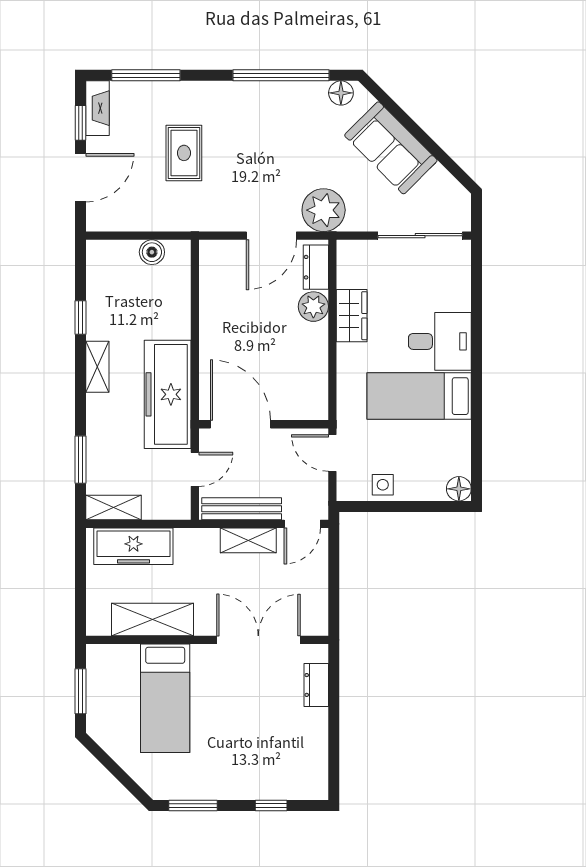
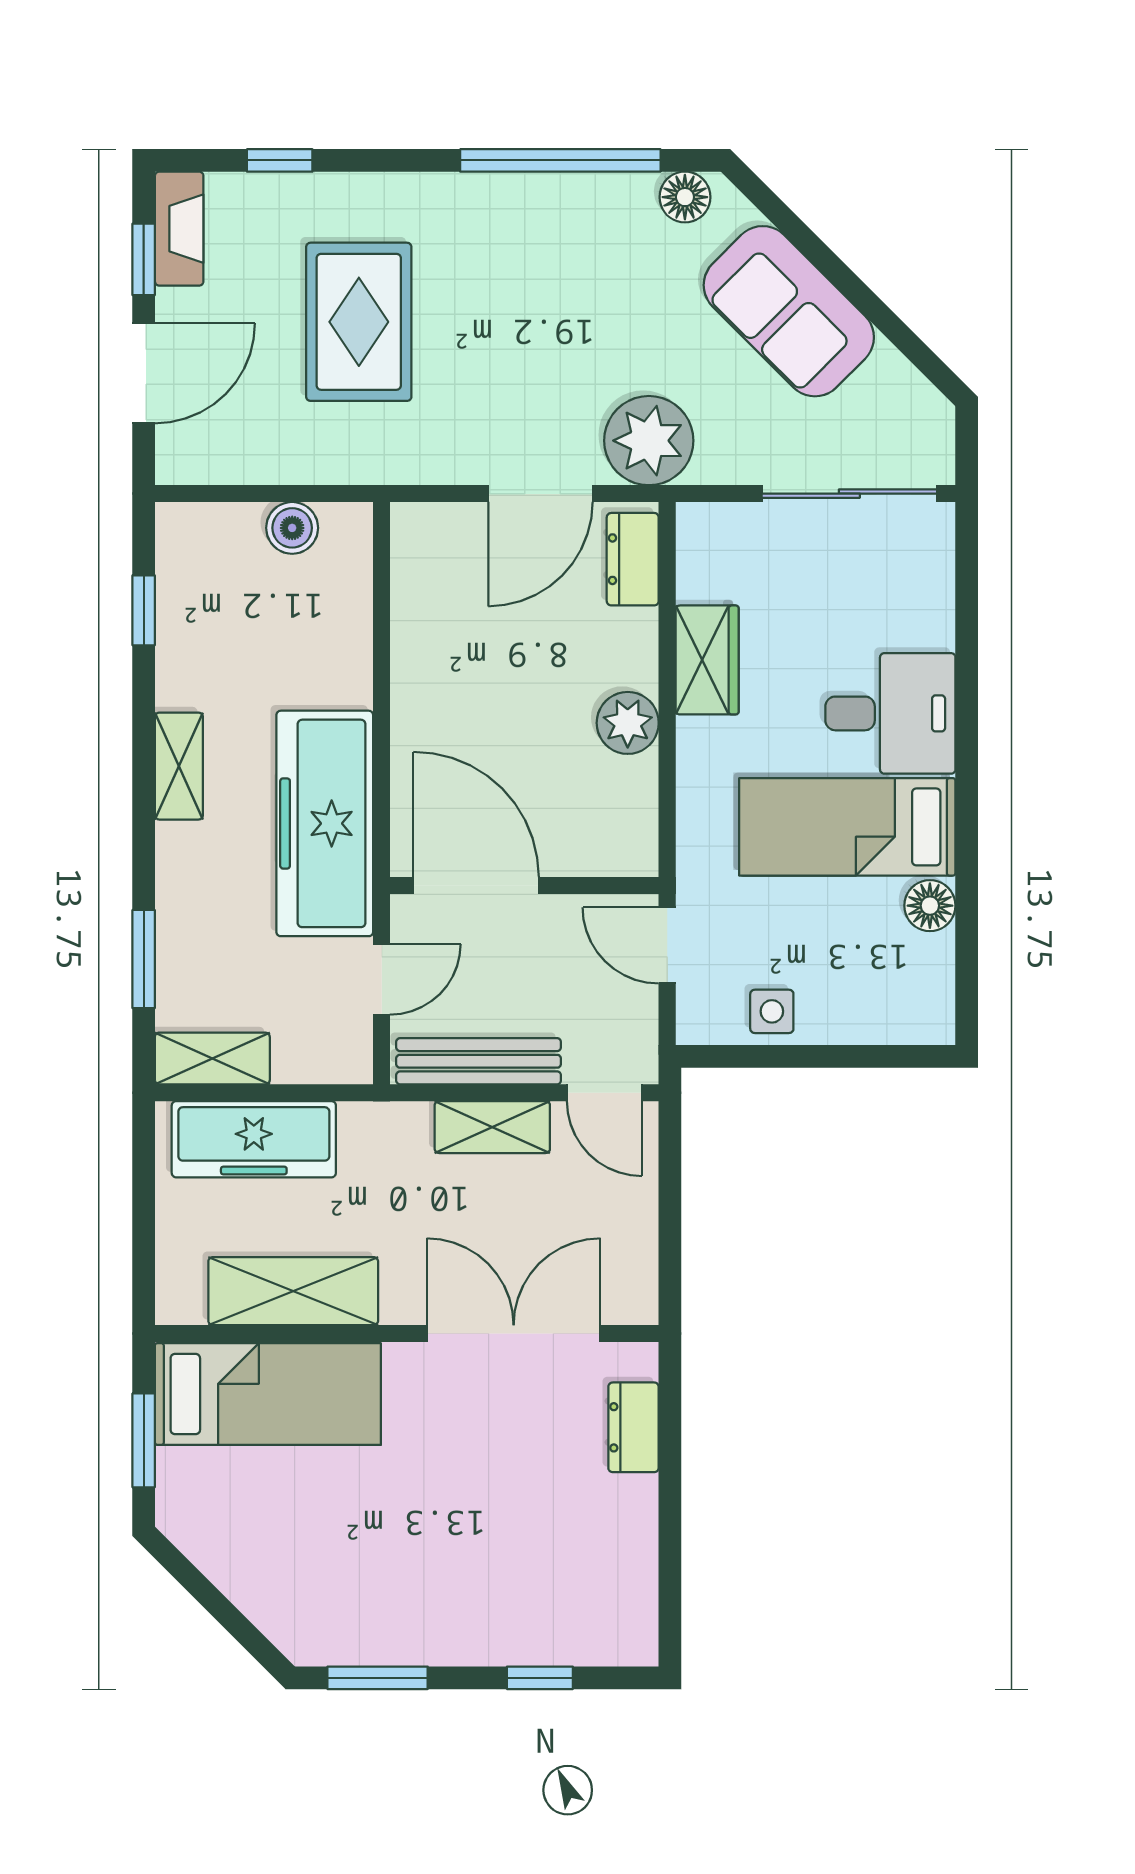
window: (146, 75) -> (280, 160), width x0.46
rug: (184, 153) -> (359, 322), width x1.36, depth x1.43
plant: (313, 307) -> (628, 723), moved
window: (80, 318) -> (144, 610), moved
floor lamp: (459, 489) -> (930, 906), moved
door: (302, 524) -> (604, 1093), hinge flipped
bed: (165, 698) -> (268, 1394), moved, turned -90

